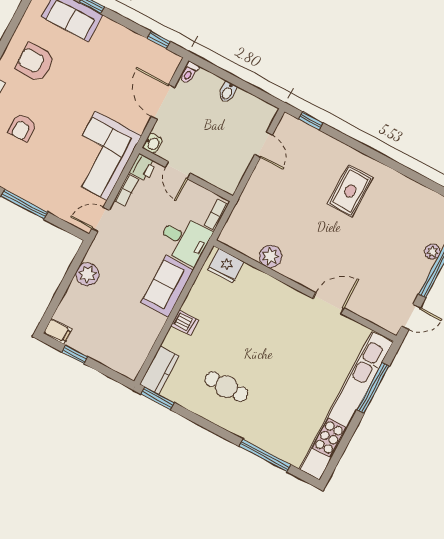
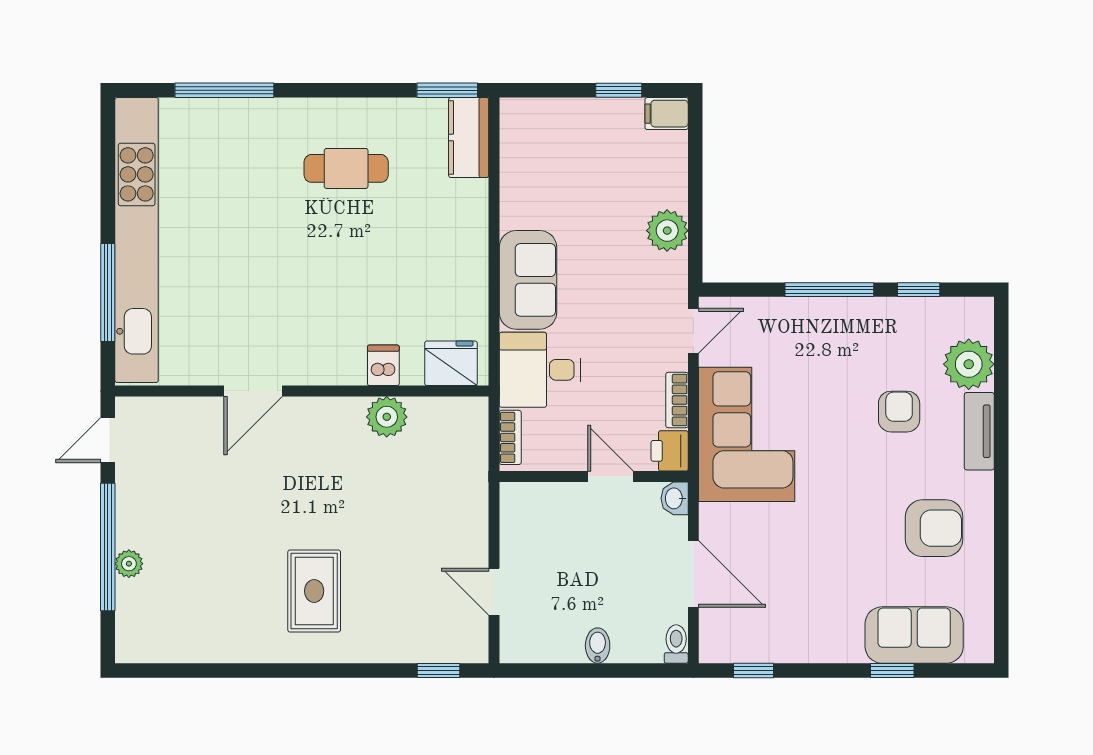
dishwasher: (185, 323) -> (383, 365), moved, turned 90

